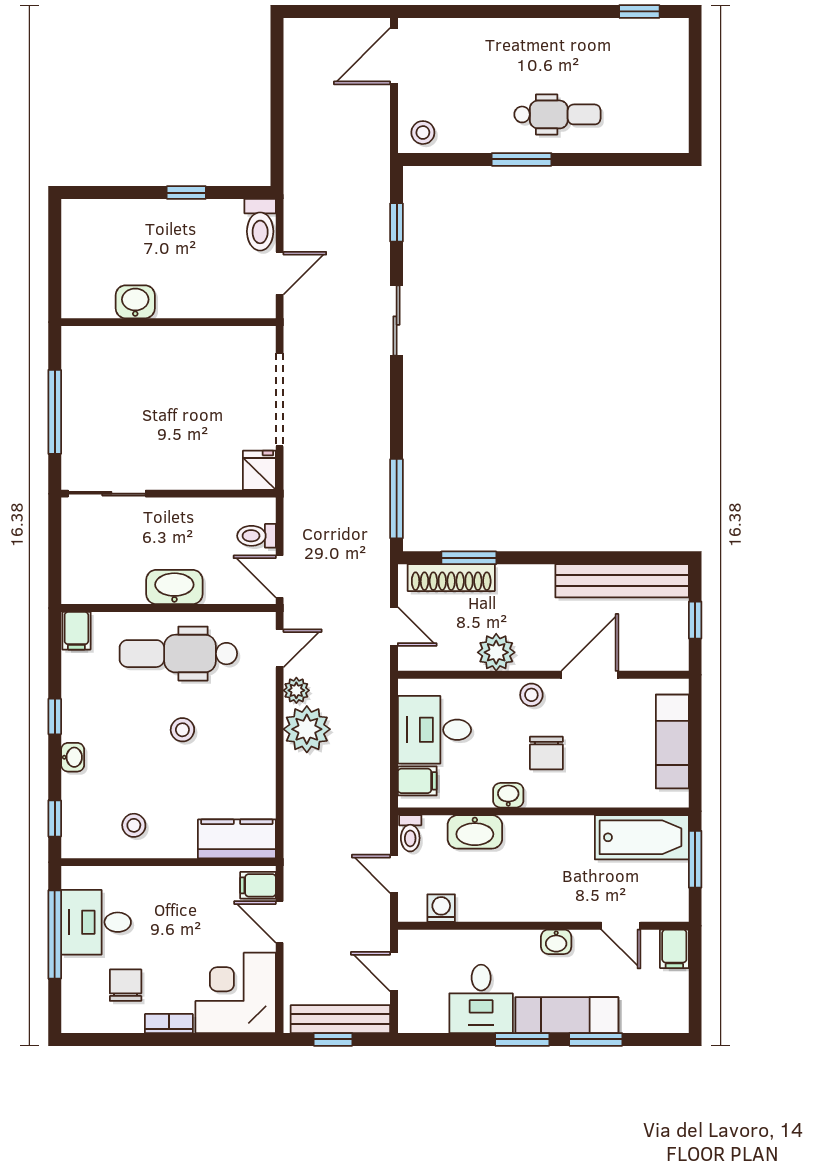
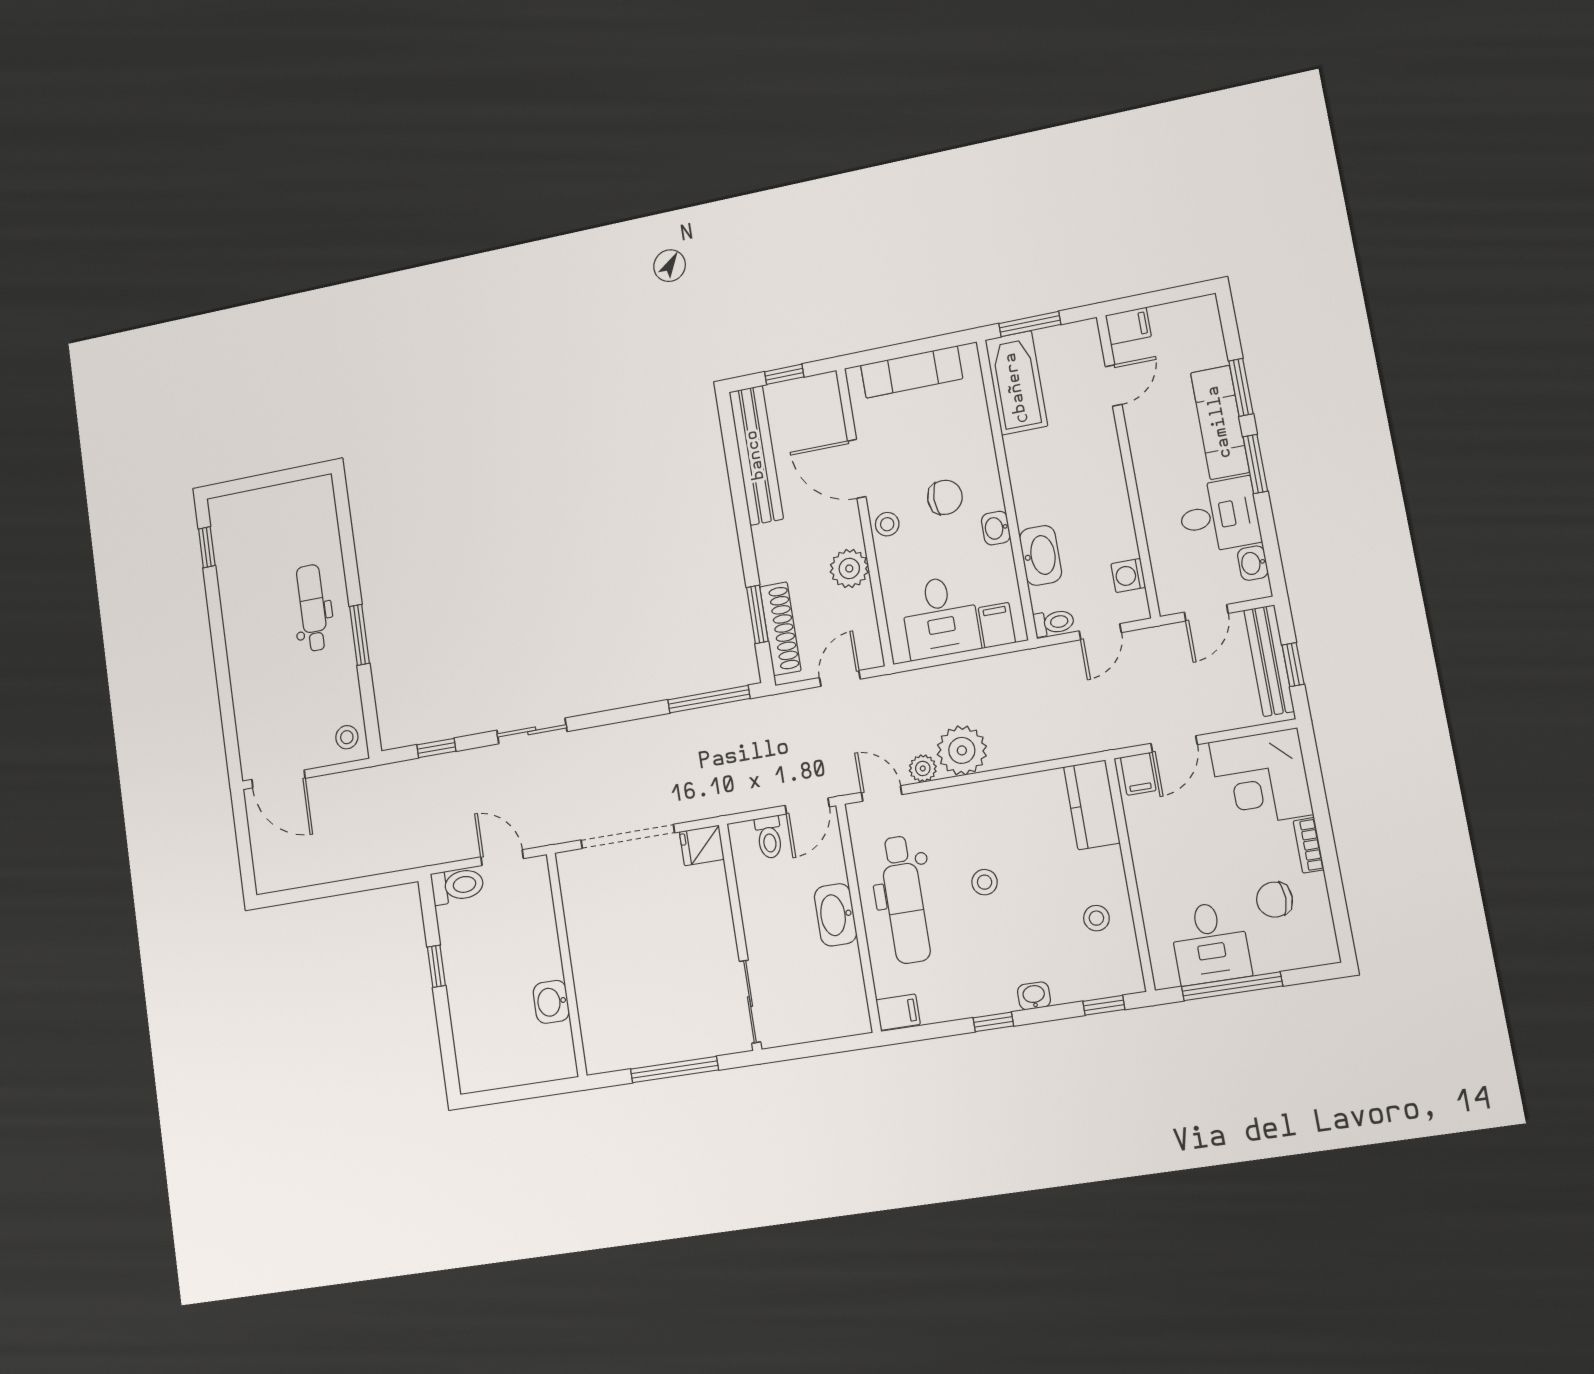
washbasin: (556, 942) -> (1253, 563), moved, turned 180

